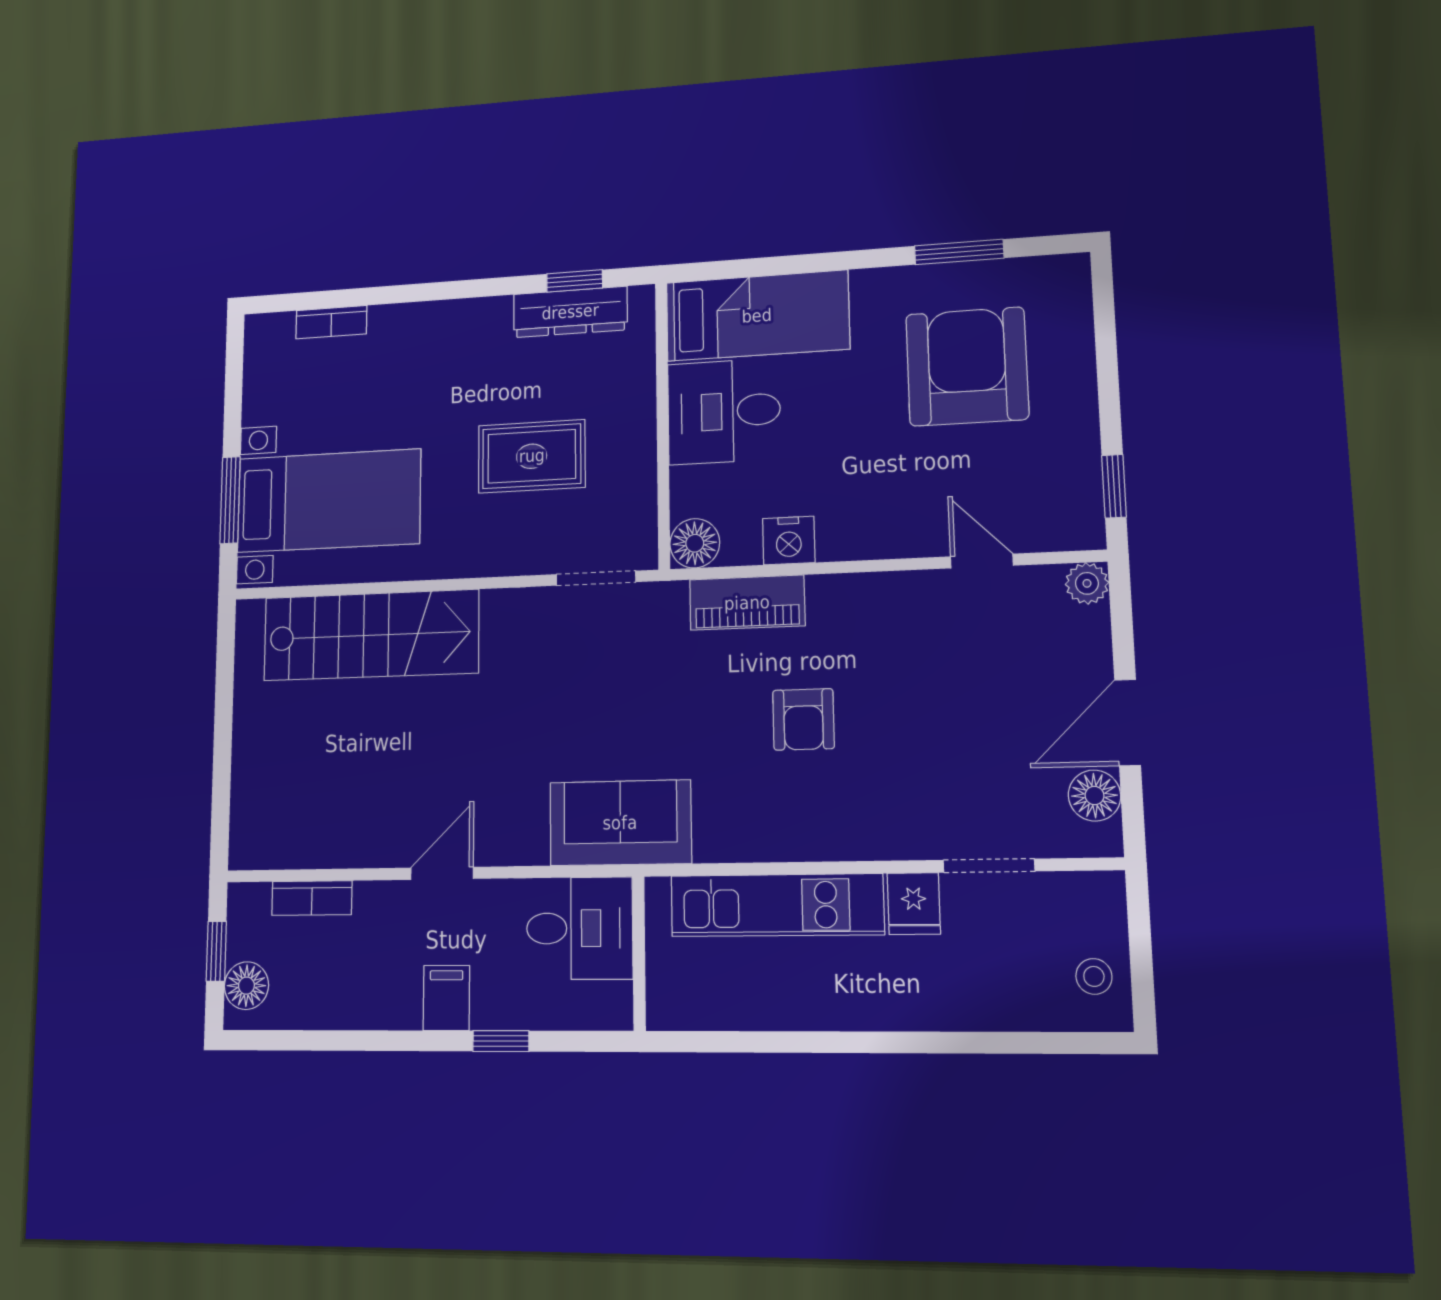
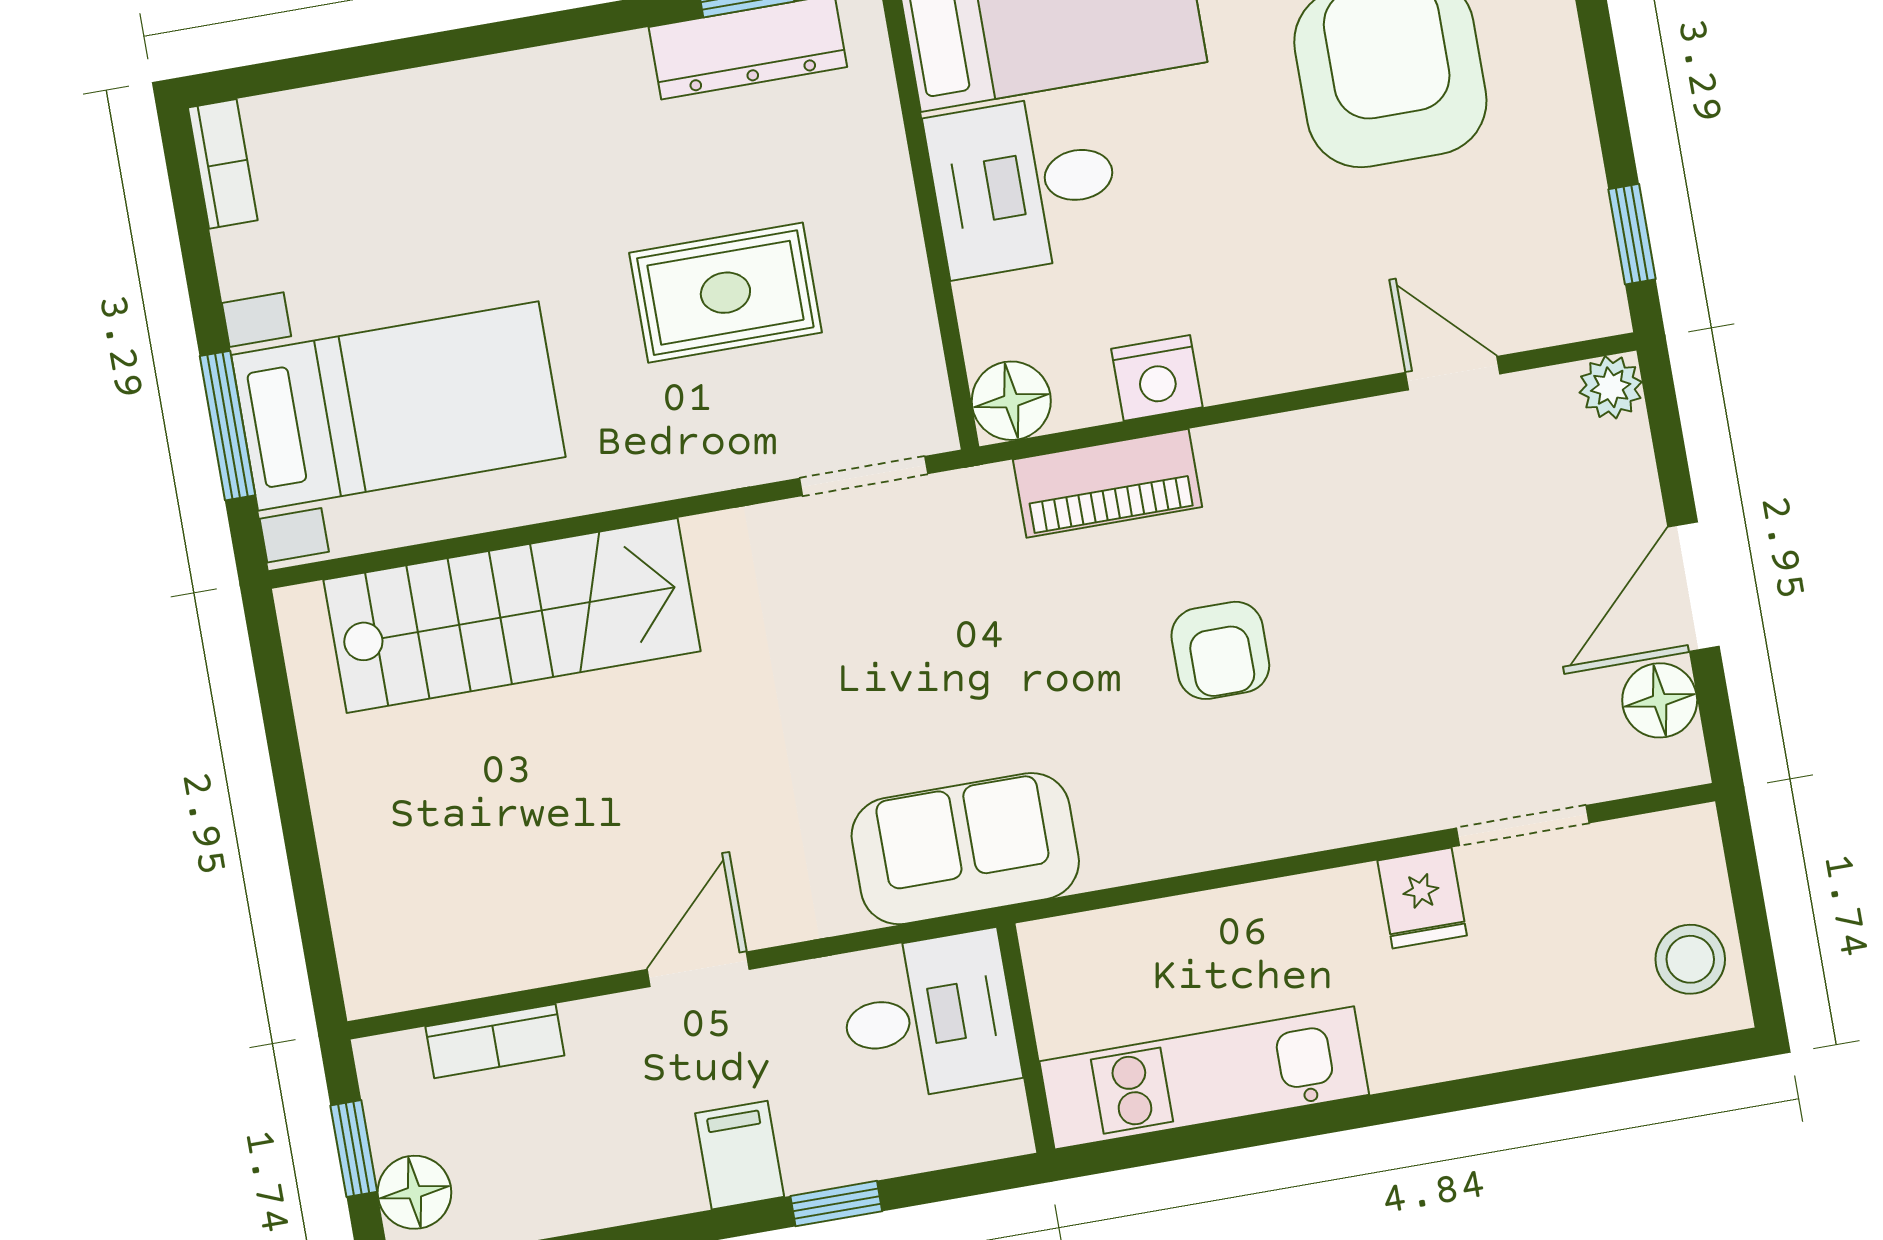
bookcase: (331, 322) -> (223, 164), moved, turned -90
kitchen unit: (777, 905) -> (1204, 1078), moved, turned 180
stool: (1094, 976) -> (1690, 959), width x1.37, depth x1.37

